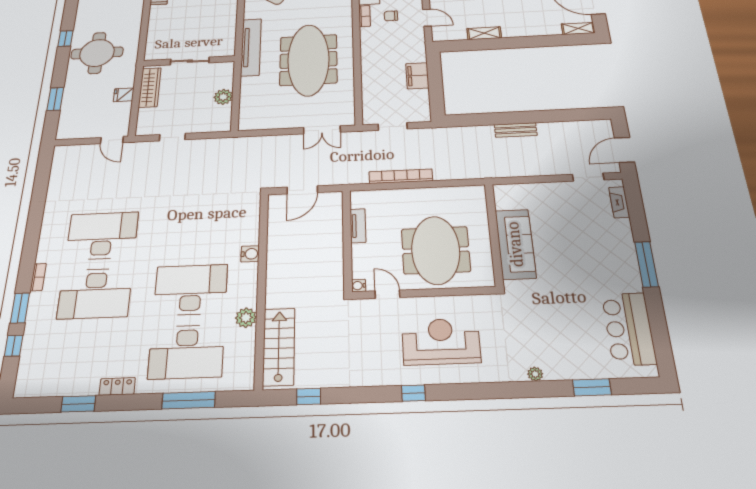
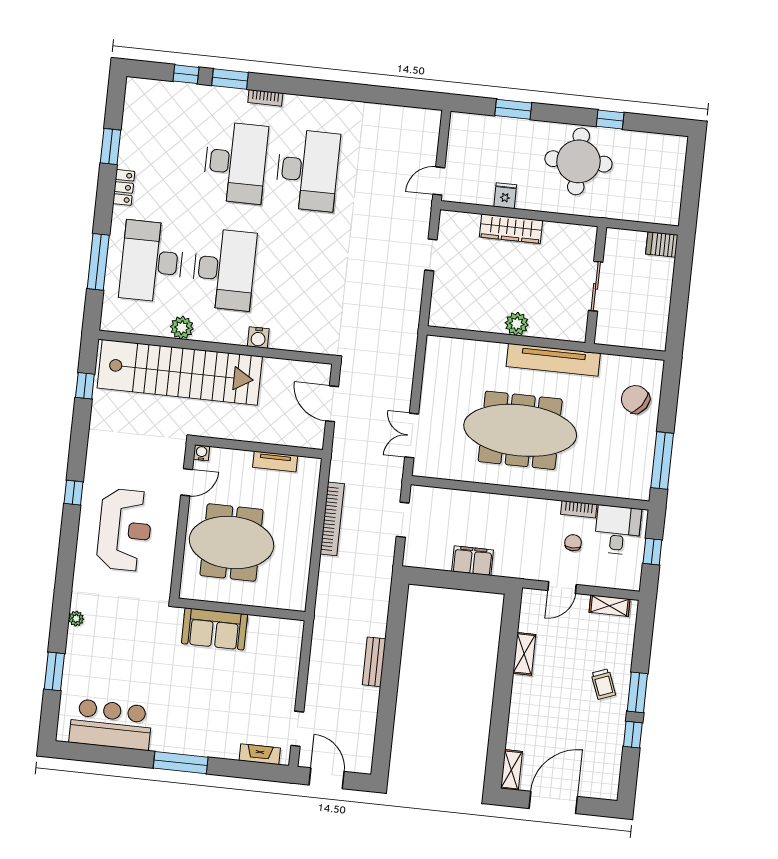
wall: (189, 61) -> (596, 285), moved
sliding door: (190, 61) -> (596, 286), moved
plant: (223, 97) -> (517, 324), moved
sofa: (515, 244) -> (214, 629), width x0.73
desk: (95, 293) -> (235, 162), turned 180
stairs: (279, 347) -> (180, 372), width x1.86, depth x1.51

